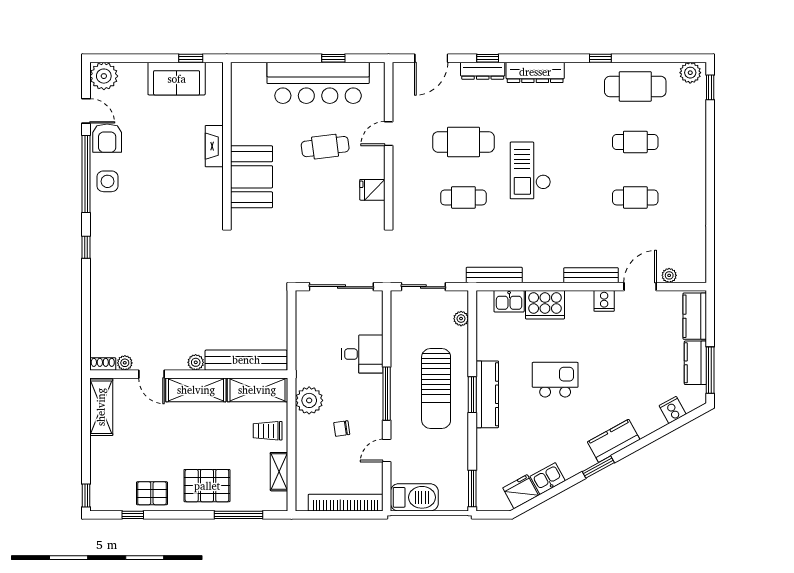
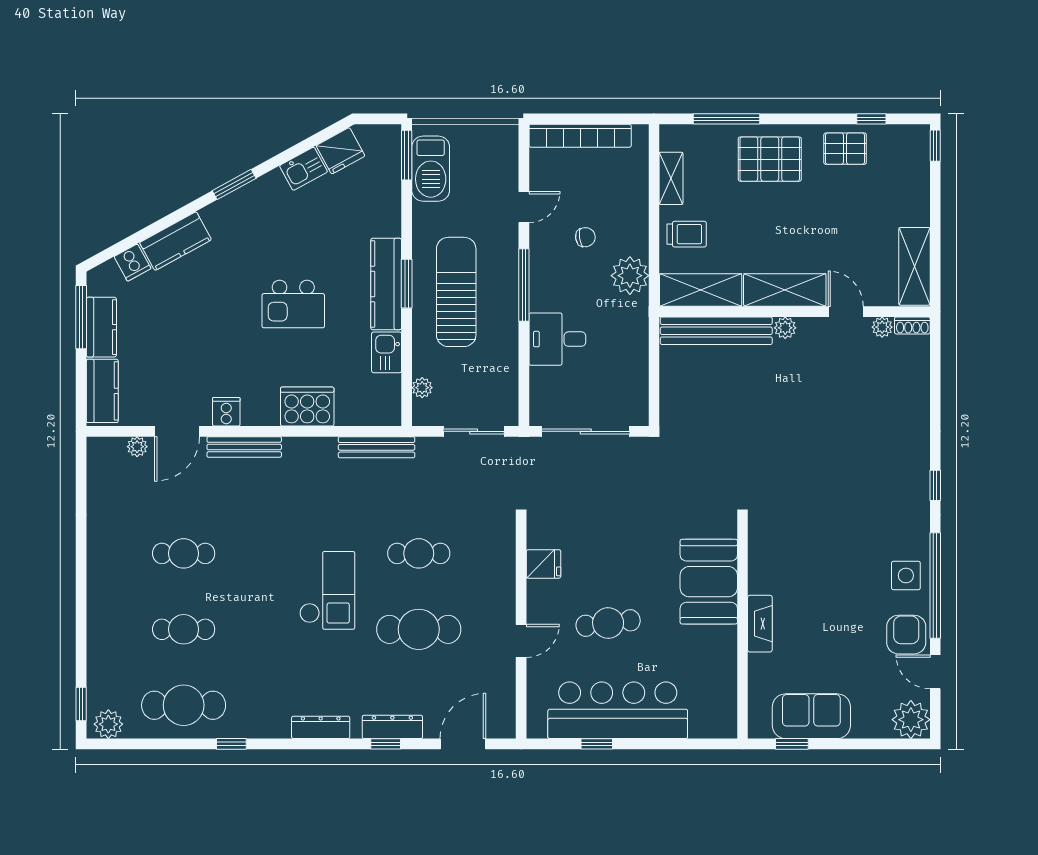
dresser: (535, 72) -> (321, 727), width x0.73, depth x0.80
kitchen sink: (509, 301) -> (387, 352), moved, turned -90
kitchen counter: (614, 441) -> (175, 241), moved
barbecue: (414, 497) -> (431, 169), moved, turned -90

